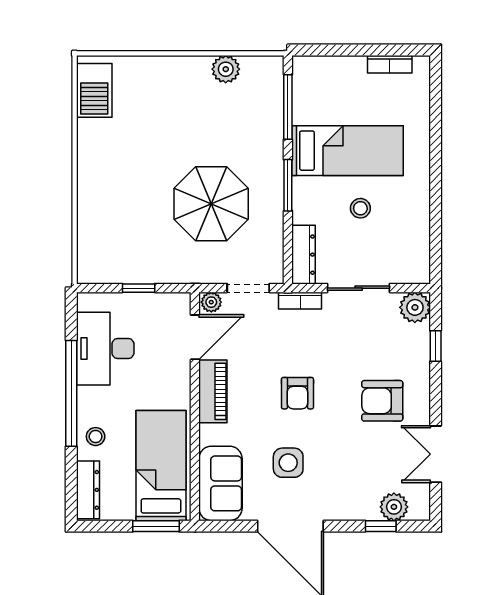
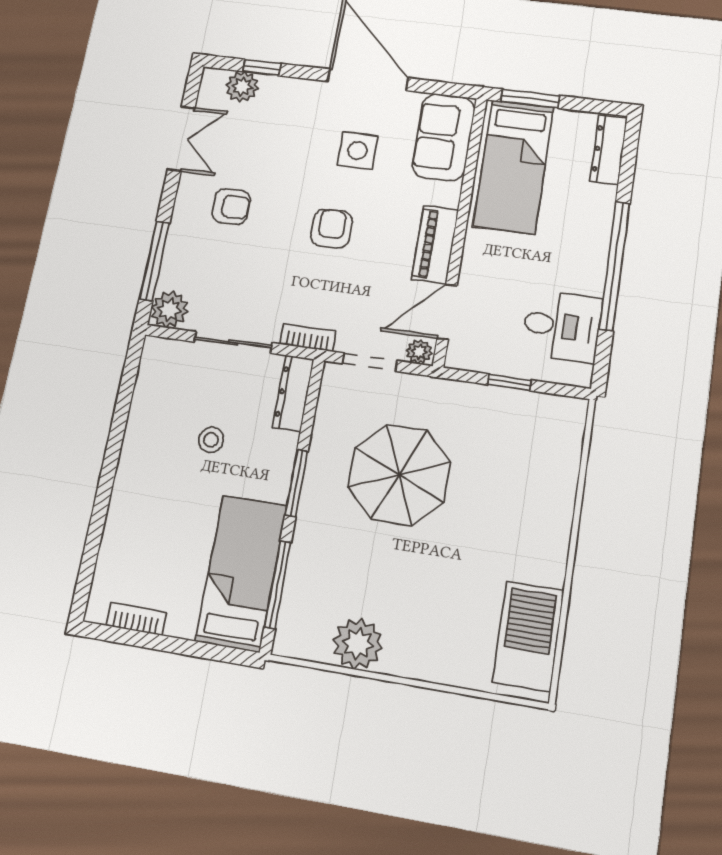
plant: (226, 69) -> (358, 644), width x1.36, depth x1.36
barbecue: (94, 90) -> (528, 636), width x1.37, depth x1.21
bed: (348, 151) -> (241, 573), moved, turned 90
window: (436, 346) -> (155, 261), width x2.17
desk: (105, 349) -> (562, 326), width x0.73
armchair: (382, 401) -> (231, 206), width x0.72, depth x0.72
stool: (96, 437) -> (590, 210), removed

